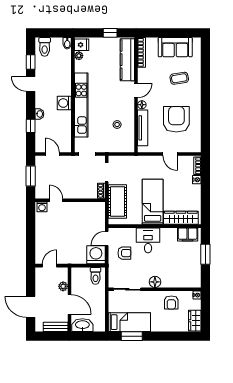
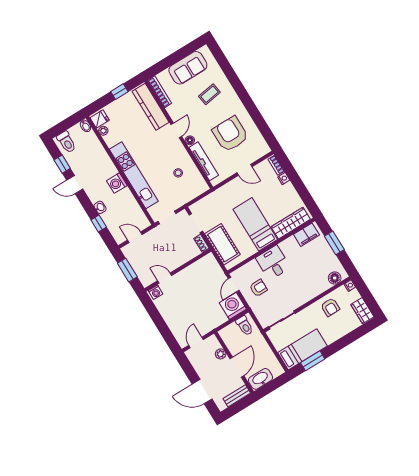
floor lamp: (155, 282) -> (335, 278), moved
door: (70, 304) -> (237, 367), hinge flipped

